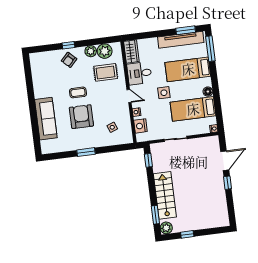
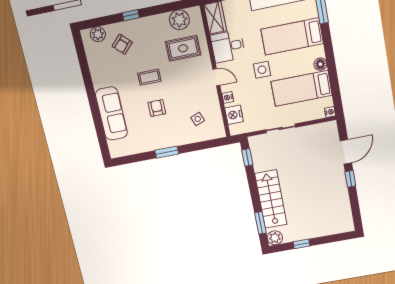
plant: (91, 51) -> (98, 34), moved
armchair: (69, 60) -> (122, 44), moved
armchair: (81, 117) -> (157, 108), width x0.53, depth x0.53

